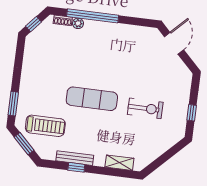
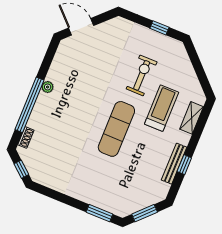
plant: (78, 23) -> (48, 87), moved
treadmill: (45, 126) -> (162, 108), moved

